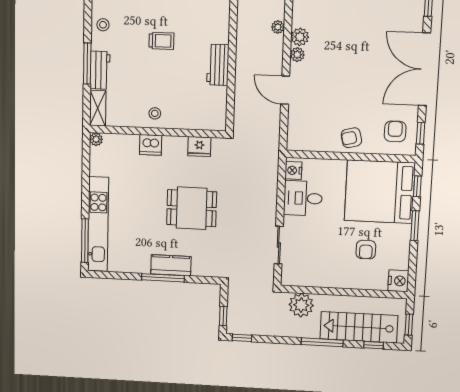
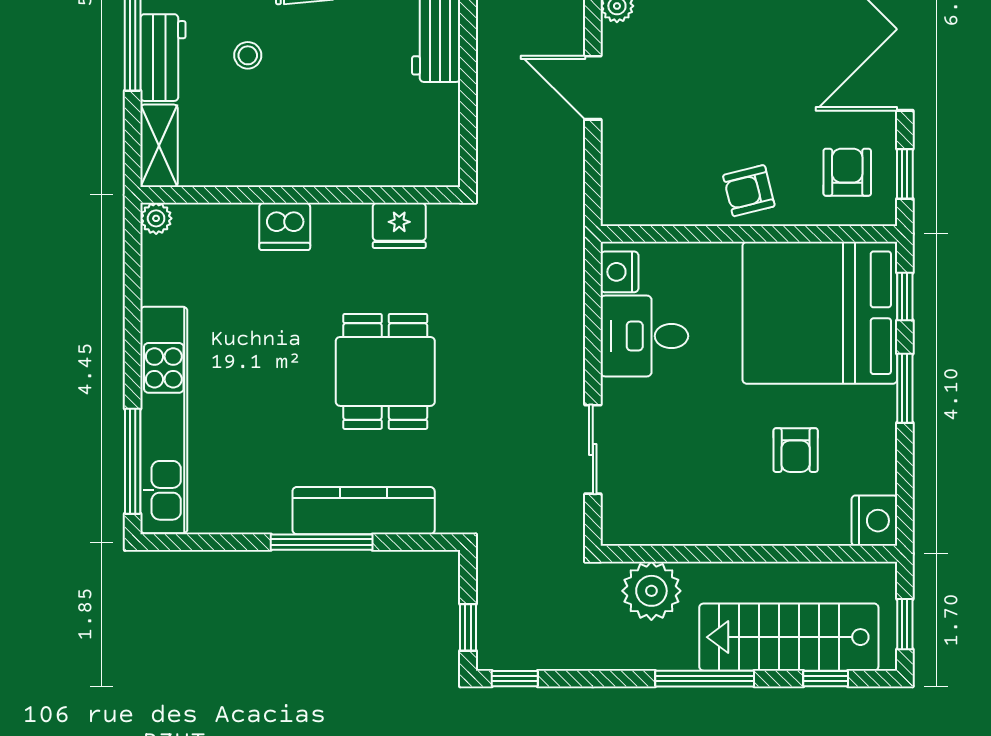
stool: (155, 113) -> (248, 55), moved
dining table: (192, 208) -> (385, 371), turned 90
kitchen counter: (171, 265) -> (364, 511), width x1.50

